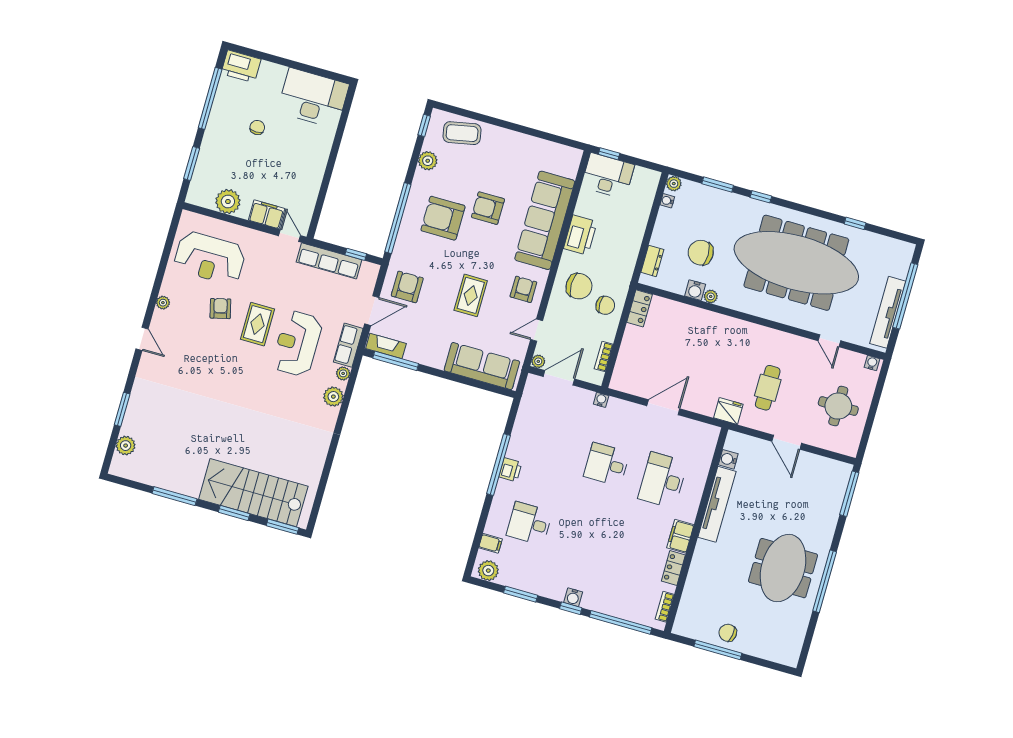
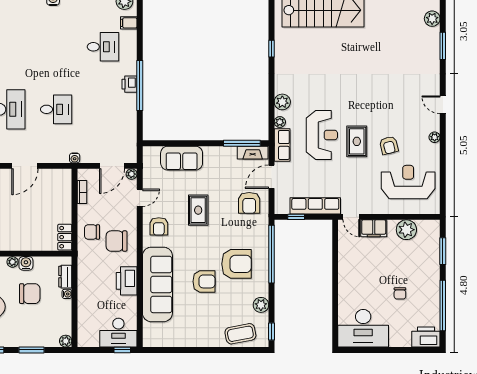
water cooler: (667, 201) -> (67, 294), moved
sofa: (482, 366) -> (182, 158), width x0.73
window: (328, 464) -> (271, 49), added

